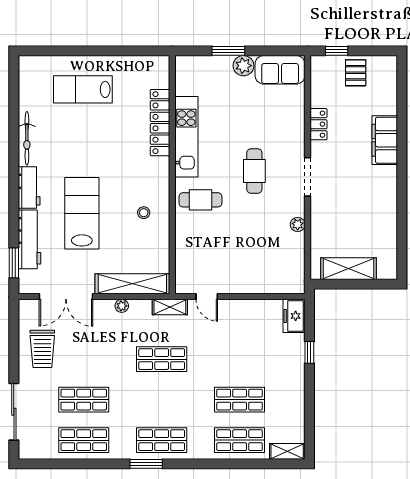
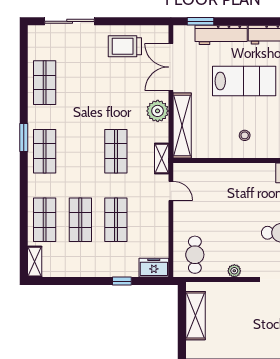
cafe table: (200, 200) -> (195, 255), moved
door: (207, 297) -> (171, 191), swing flipped
plant: (122, 306) -> (158, 111), width x1.88, depth x1.88
shop shelf: (84, 400) -> (116, 220), moved

